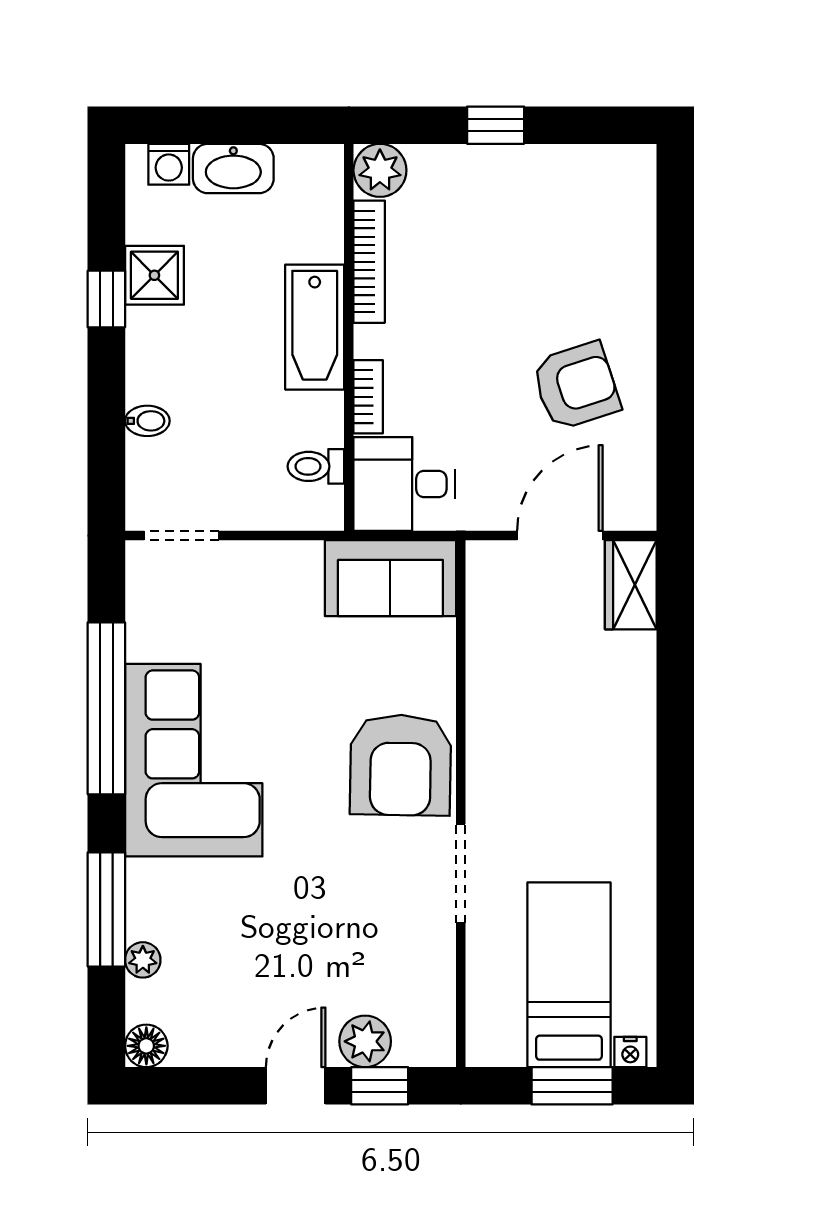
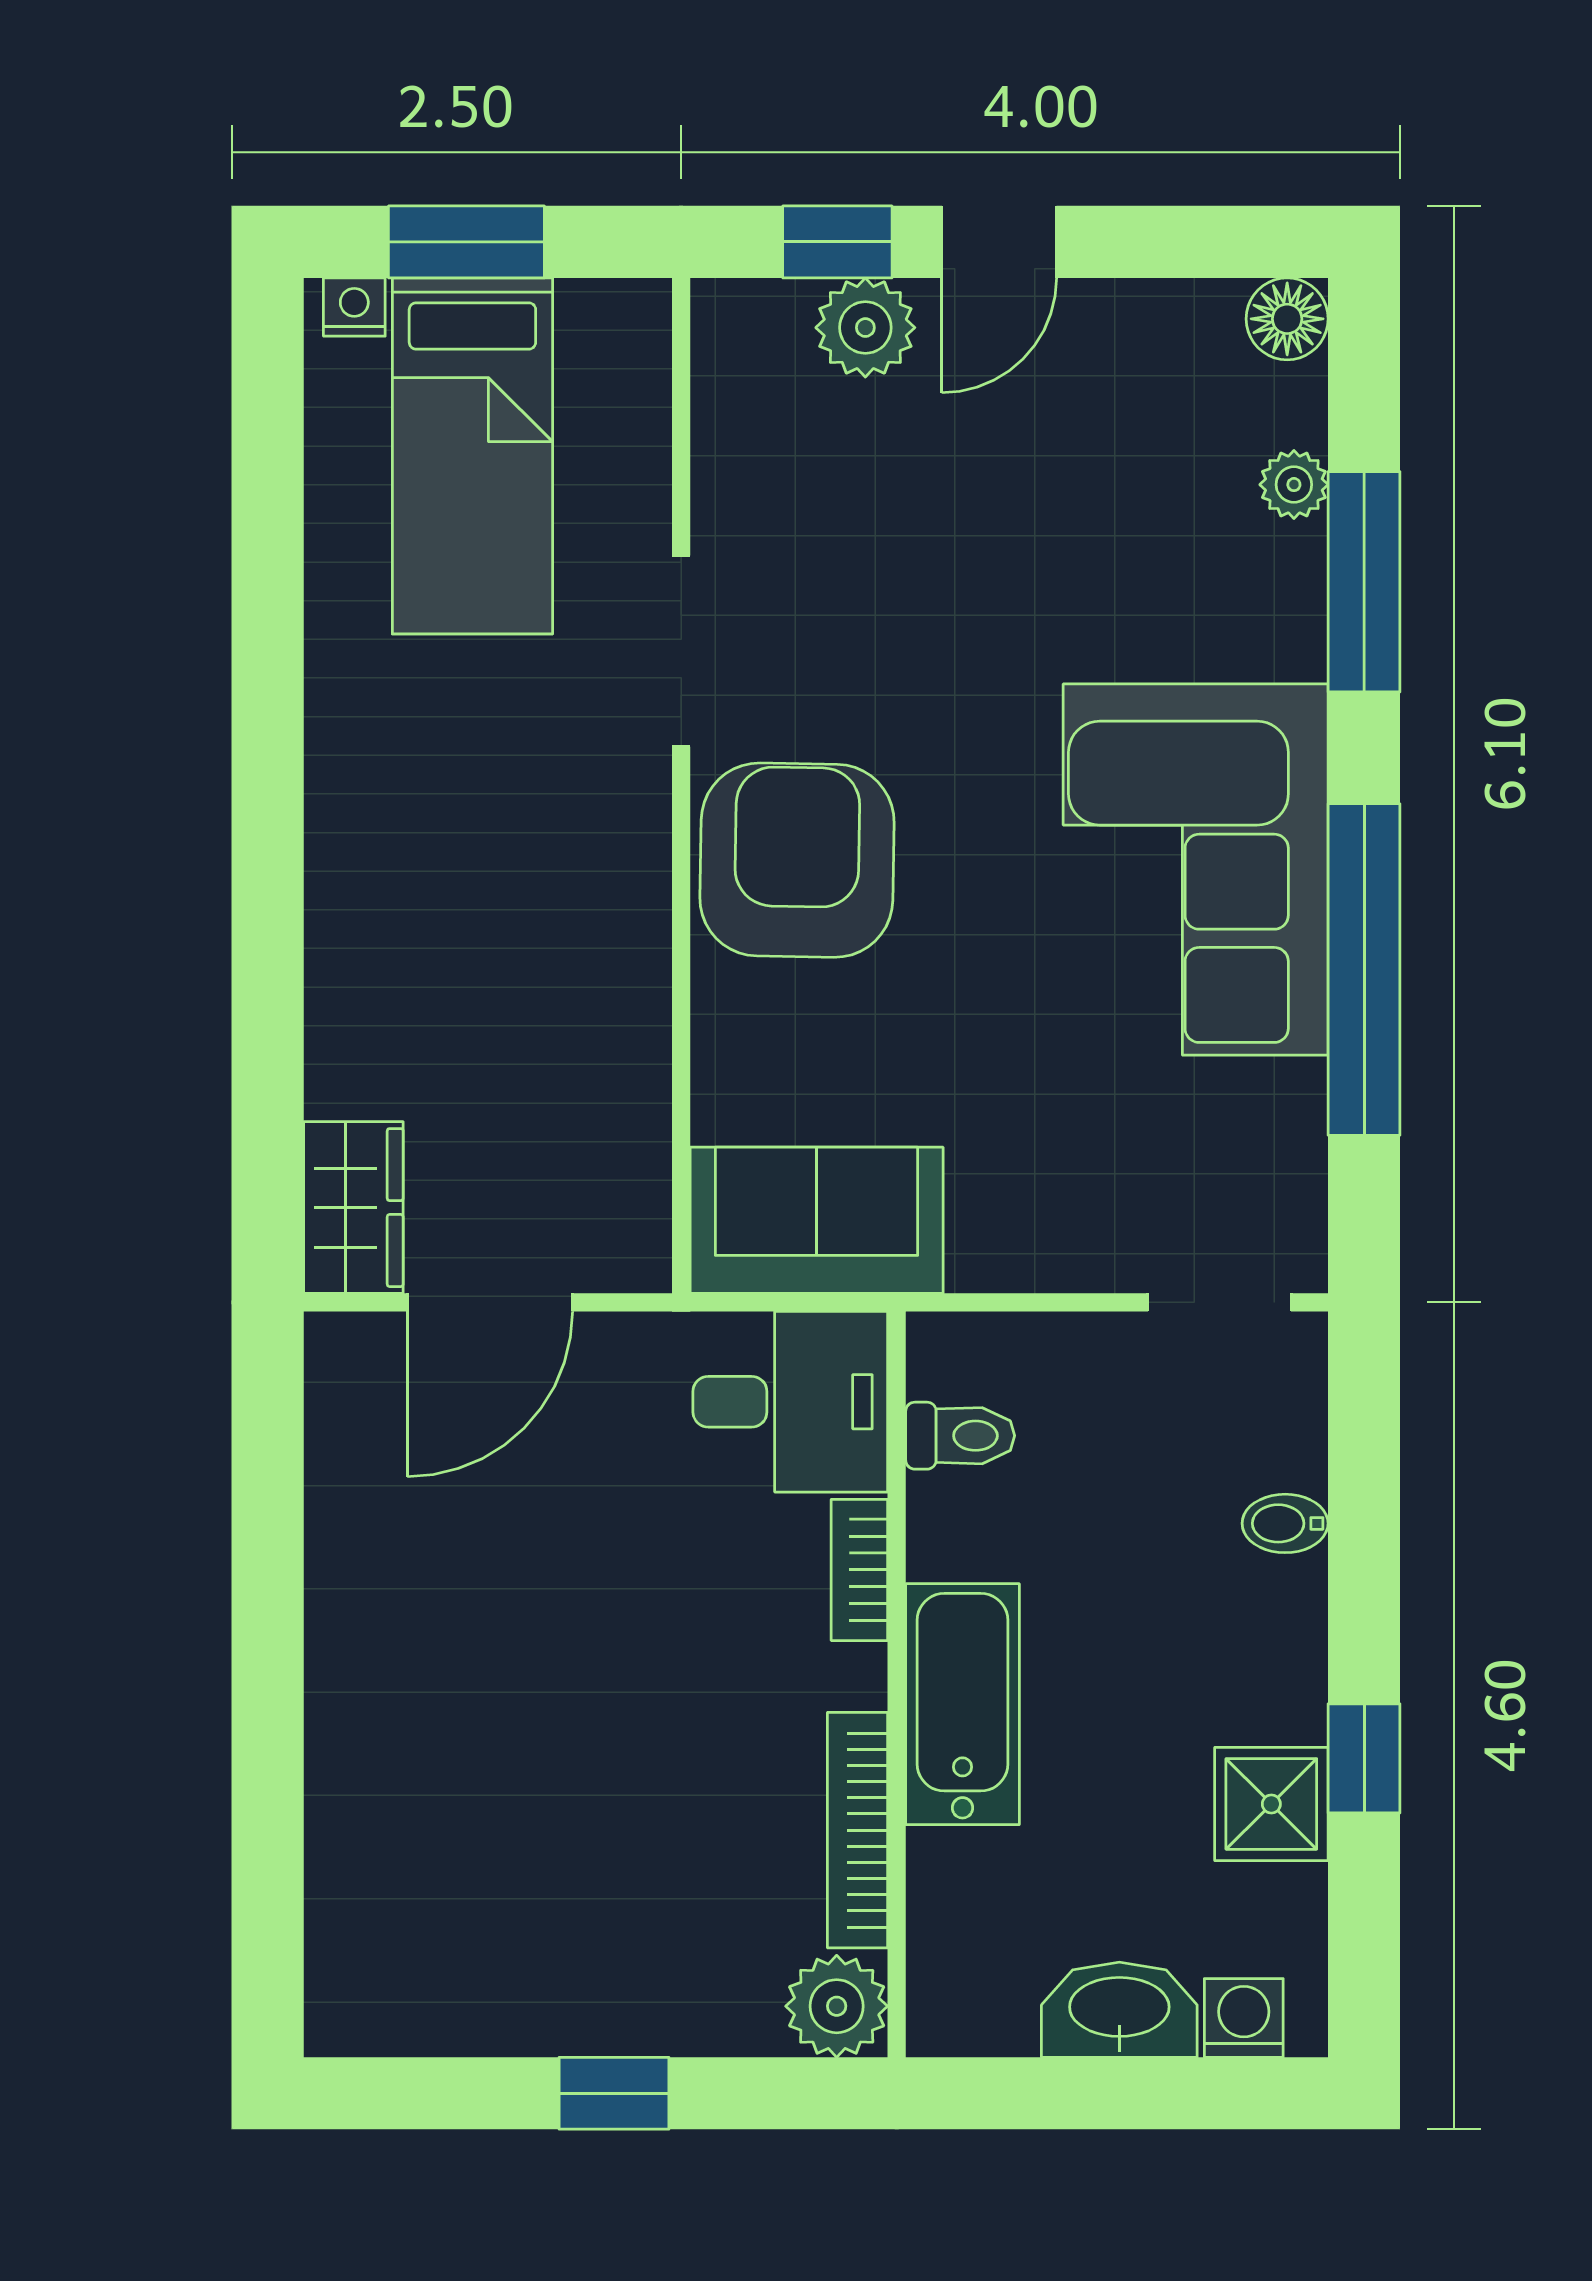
armchair: (576, 386) -> (459, 1591), removed

